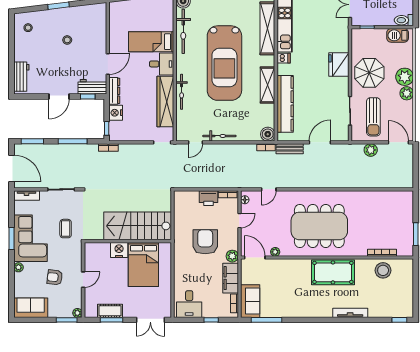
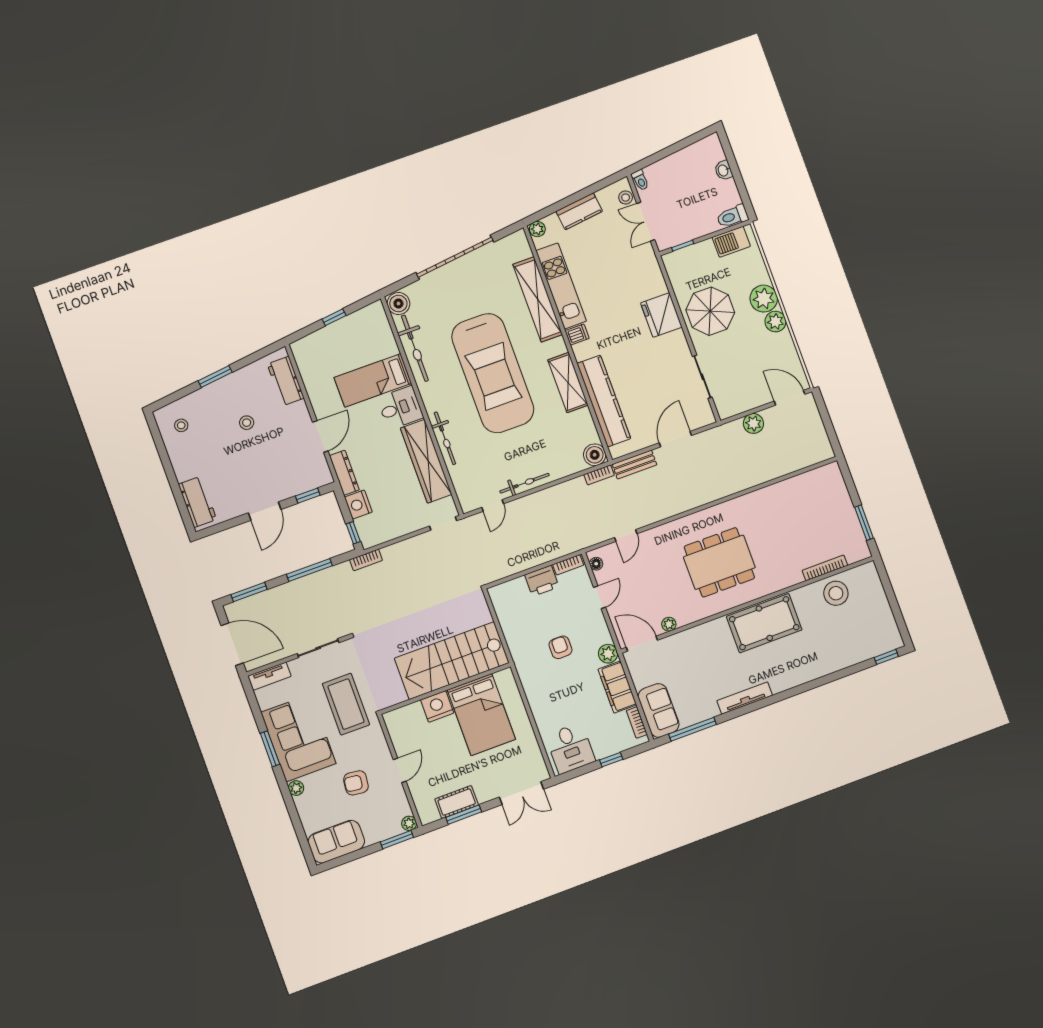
workbench: (92, 87) -> (286, 381), moved, turned -90
sun lounger: (373, 117) -> (740, 373), removed
dining table: (319, 226) -> (719, 562), width x0.73, depth x0.80
coffee table: (66, 229) -> (346, 704), width x1.86, depth x1.72
armchair: (205, 242) -> (560, 647), width x0.53, depth x0.53
tv unit: (350, 313) -> (745, 698), moved

